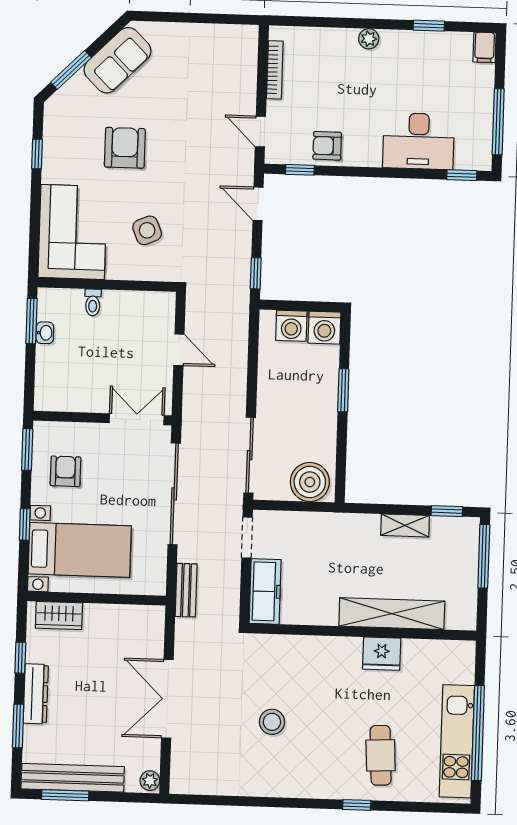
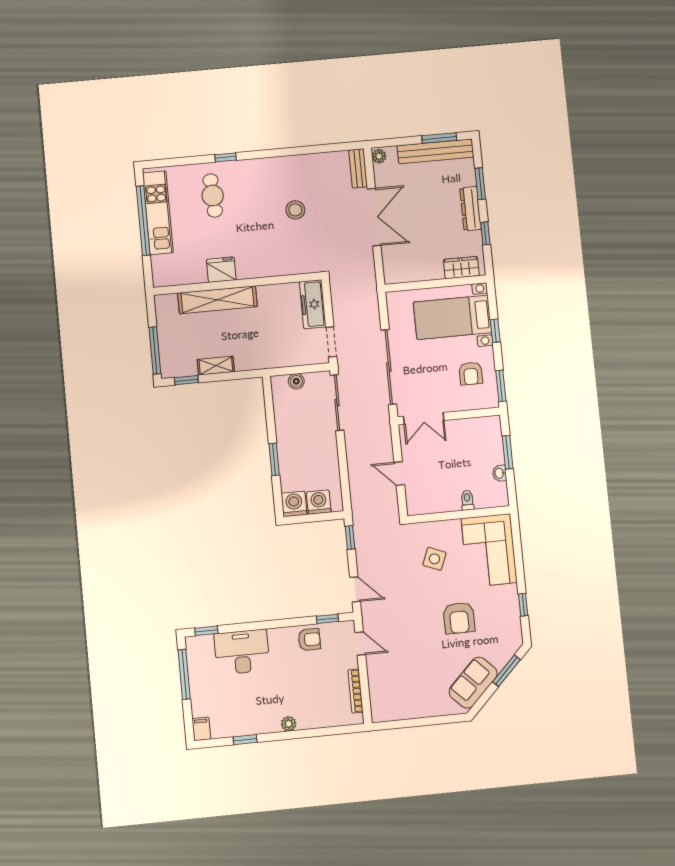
side table: (147, 230) -> (434, 559), turned 45
window: (31, 321) -> (508, 452), moved
boiler: (310, 482) -> (296, 381), width x0.54, depth x0.54
bench: (186, 590) -> (358, 168), moved

